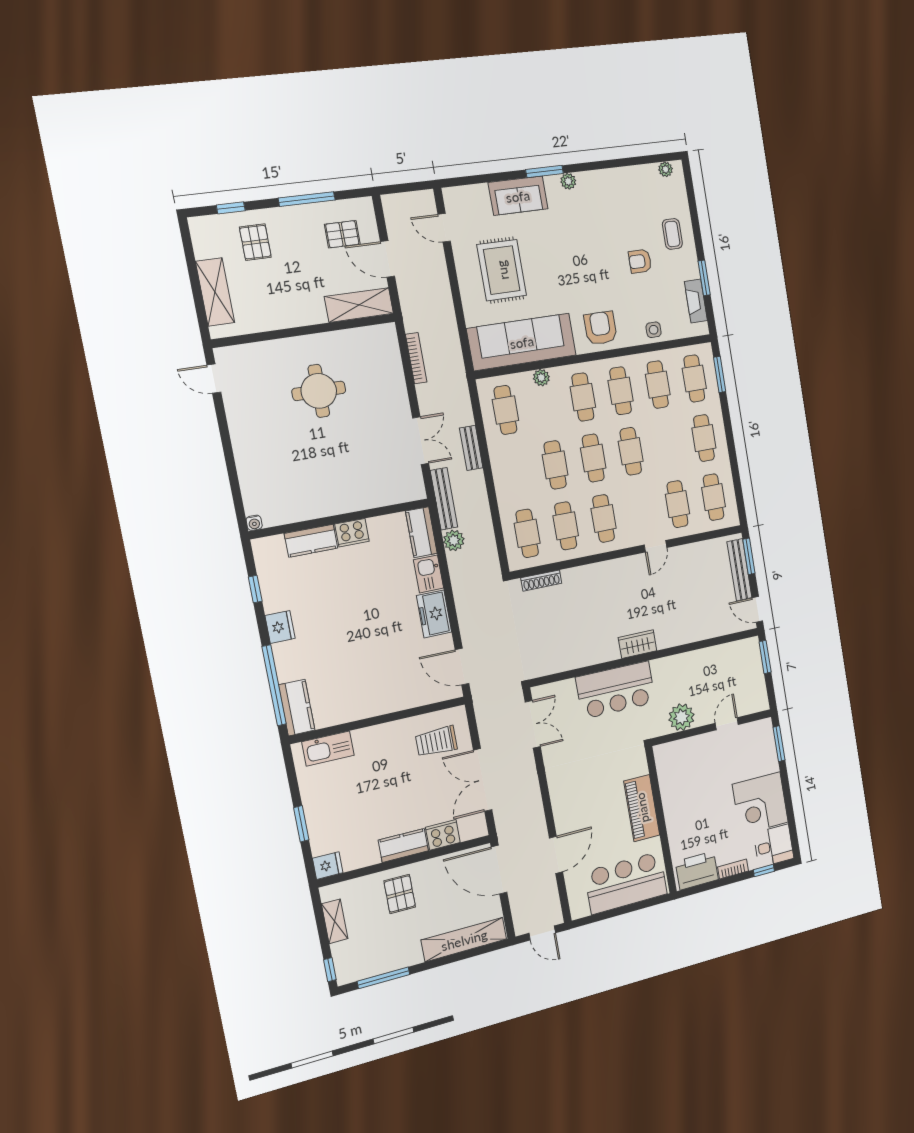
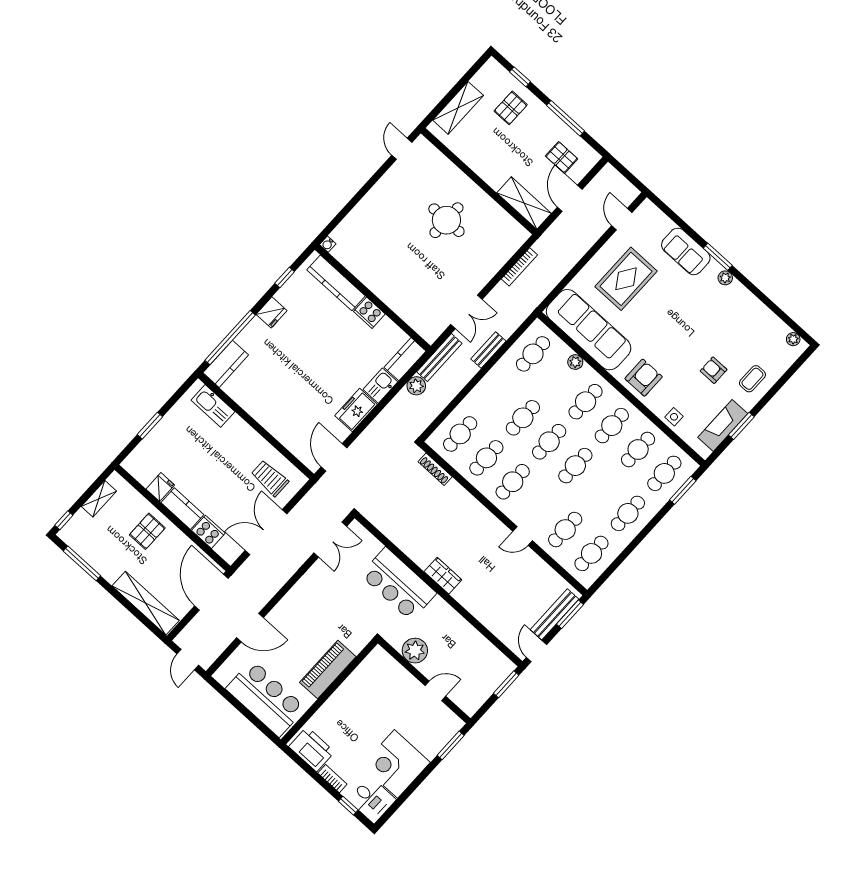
fireplace: (696, 301) -> (723, 425), width x1.37, depth x1.32
kitchen counter: (311, 541) -> (336, 283), width x1.50
fridge: (328, 866) -> (160, 487), moved, turned -90

